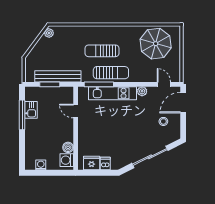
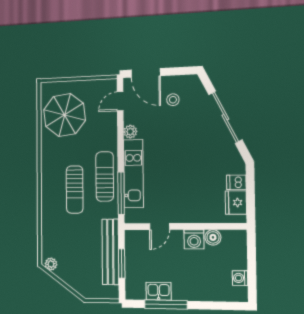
washing machine: (67, 160) -> (194, 239), moved

